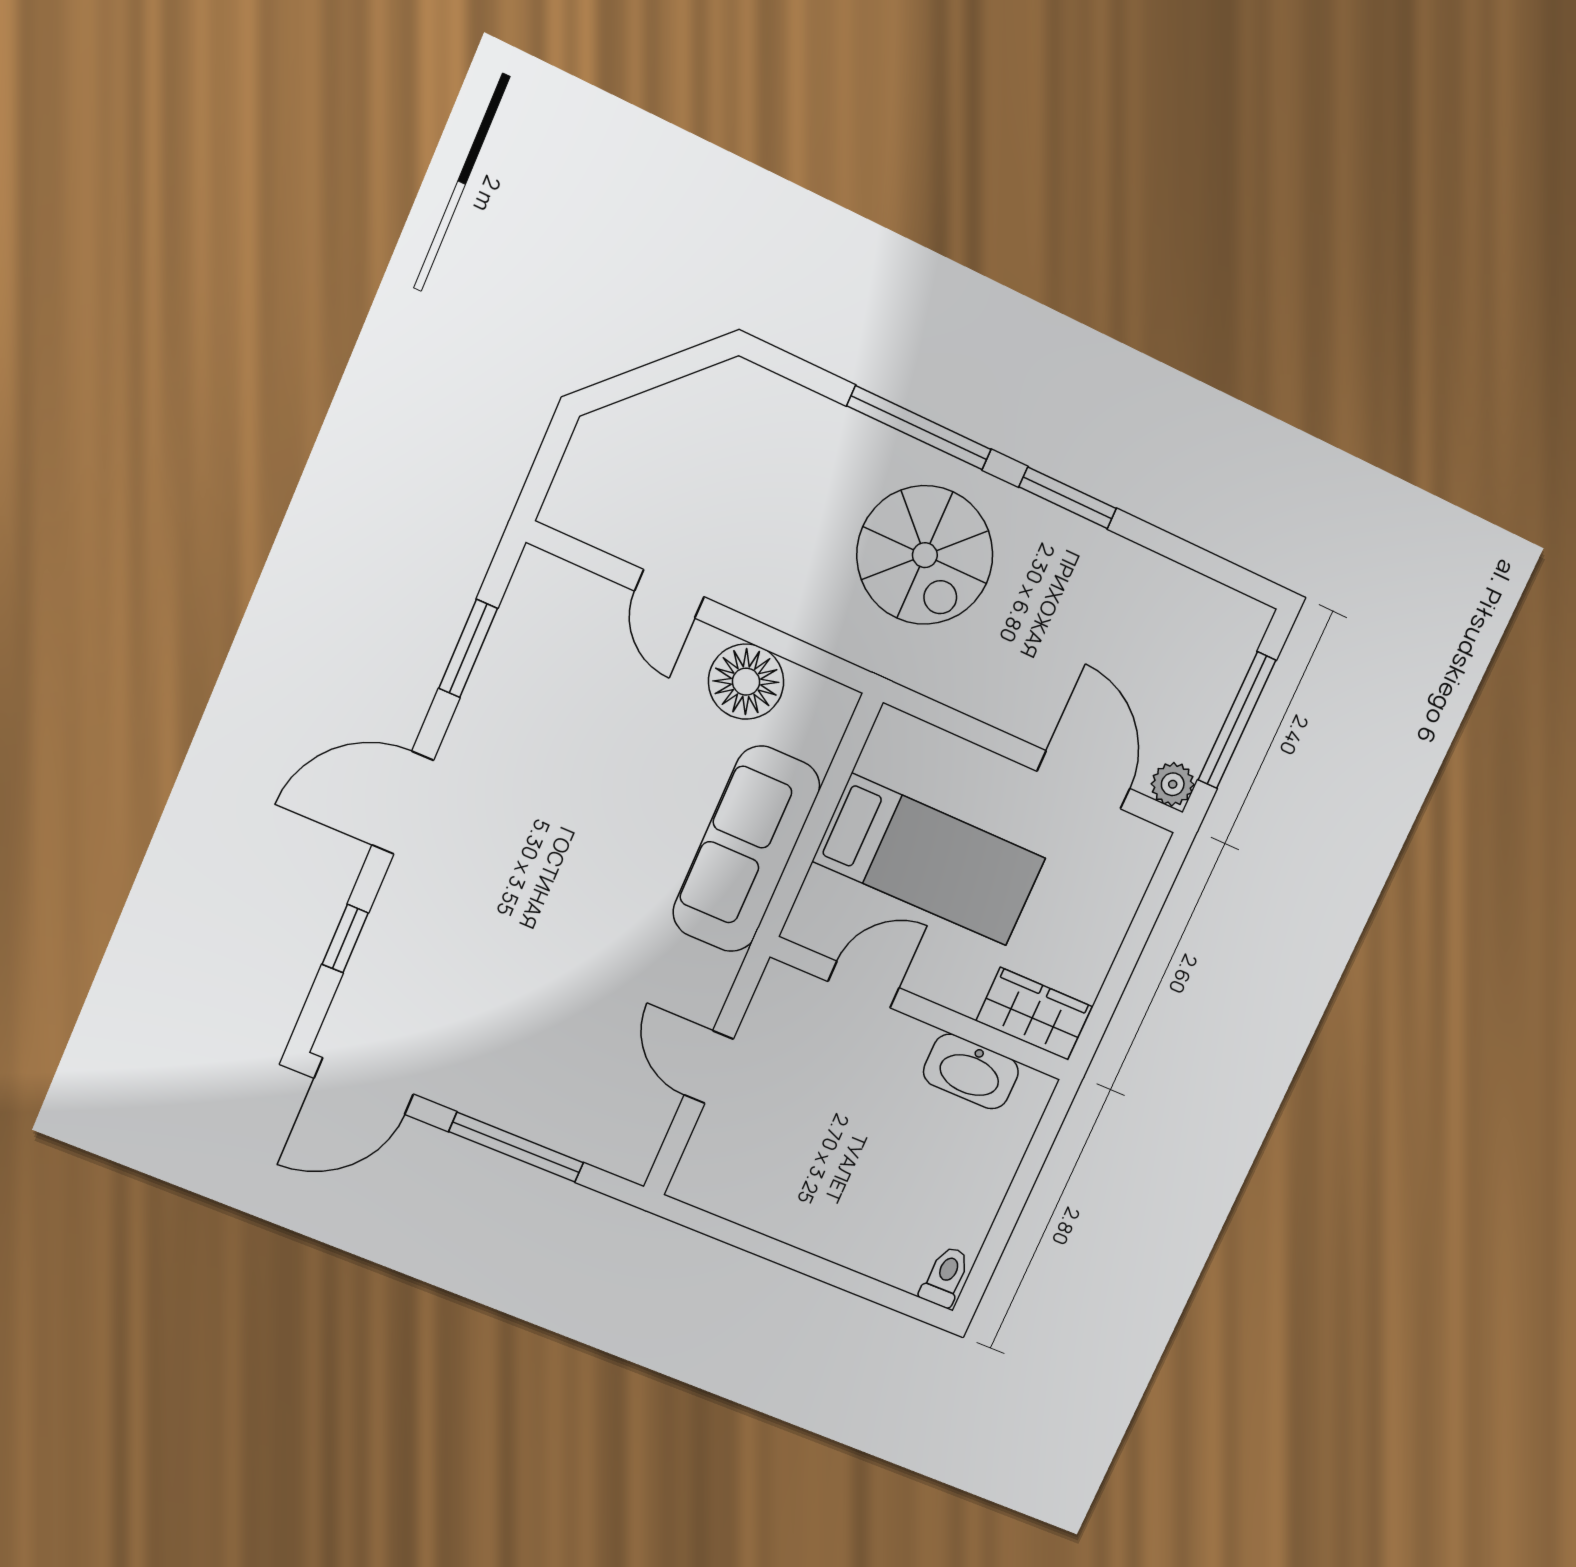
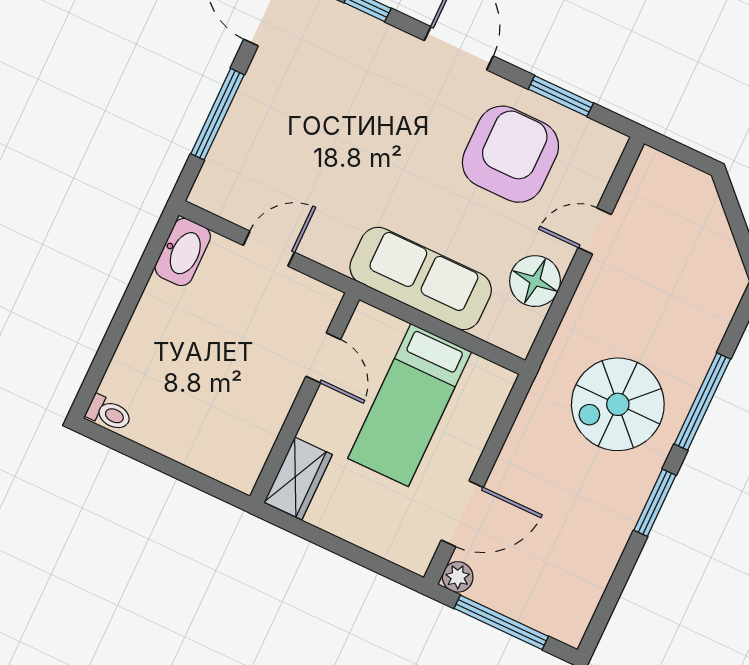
armchair: (559, 722) -> (510, 154), added
washbasin: (971, 1072) -> (183, 252), moved, turned 180

